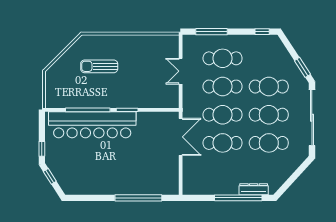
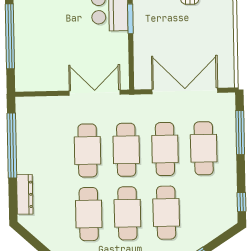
double door: (181, 71) -> (185, 91), width x1.87
double door: (181, 137) -> (95, 93), swing flipped
window: (238, 198) -> (12, 146), moved

